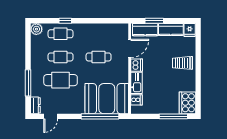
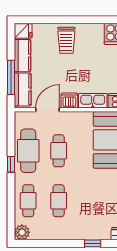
window: (65, 21) -> (11, 164), moved
window: (154, 21) -> (11, 77), width x1.44
door: (130, 49) -> (48, 110), hinge flipped
cafe table: (61, 80) -> (28, 151), moved
window: (28, 83) -> (93, 243), width x0.46

